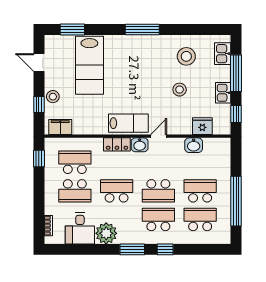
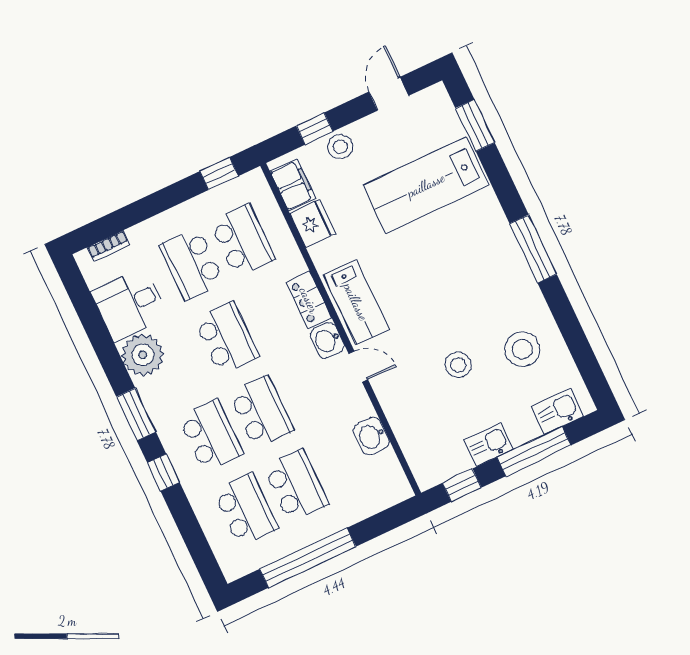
fridge: (202, 126) -> (313, 224), moved
school desk: (158, 191) -> (261, 412), turned 180

